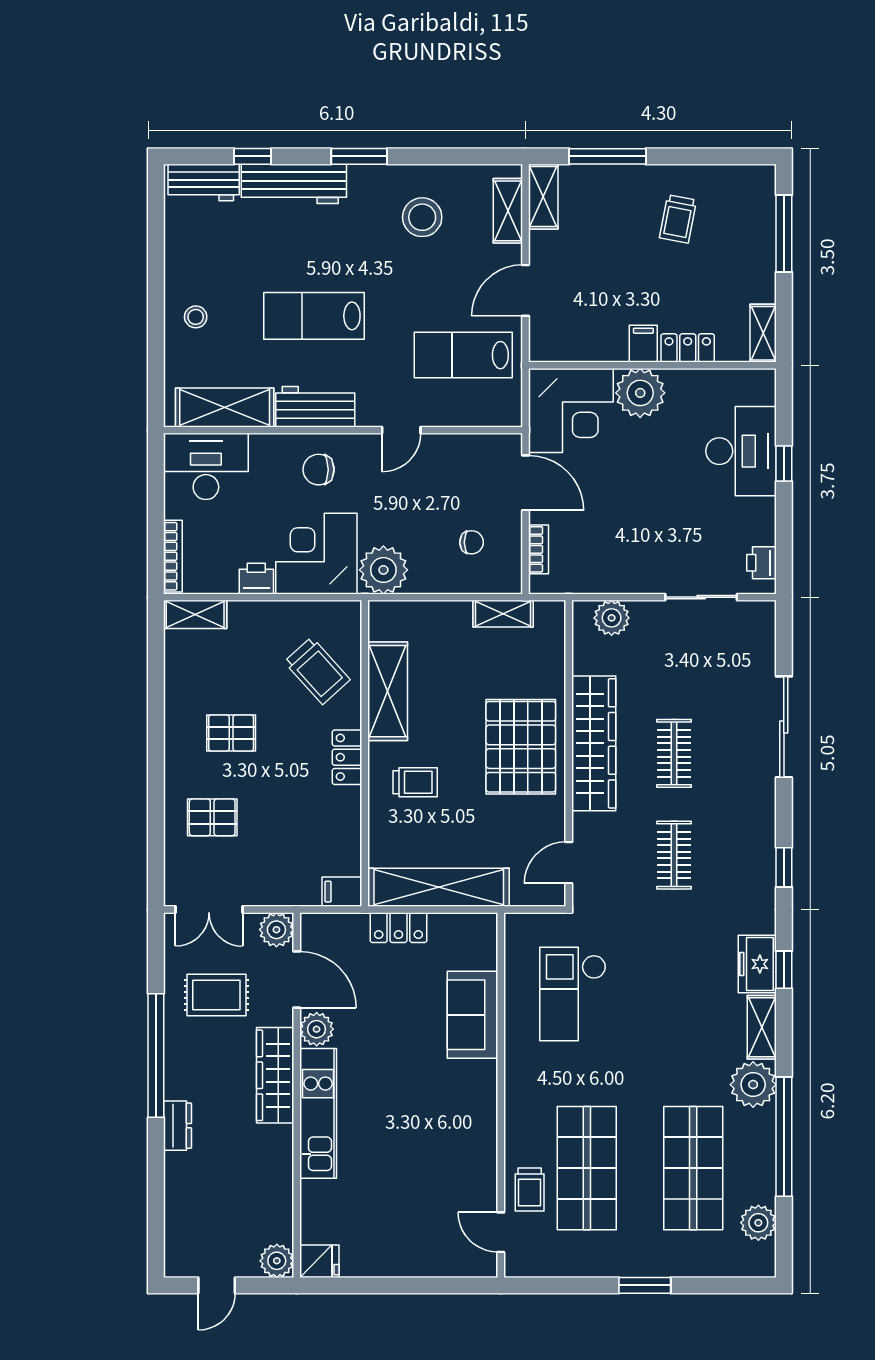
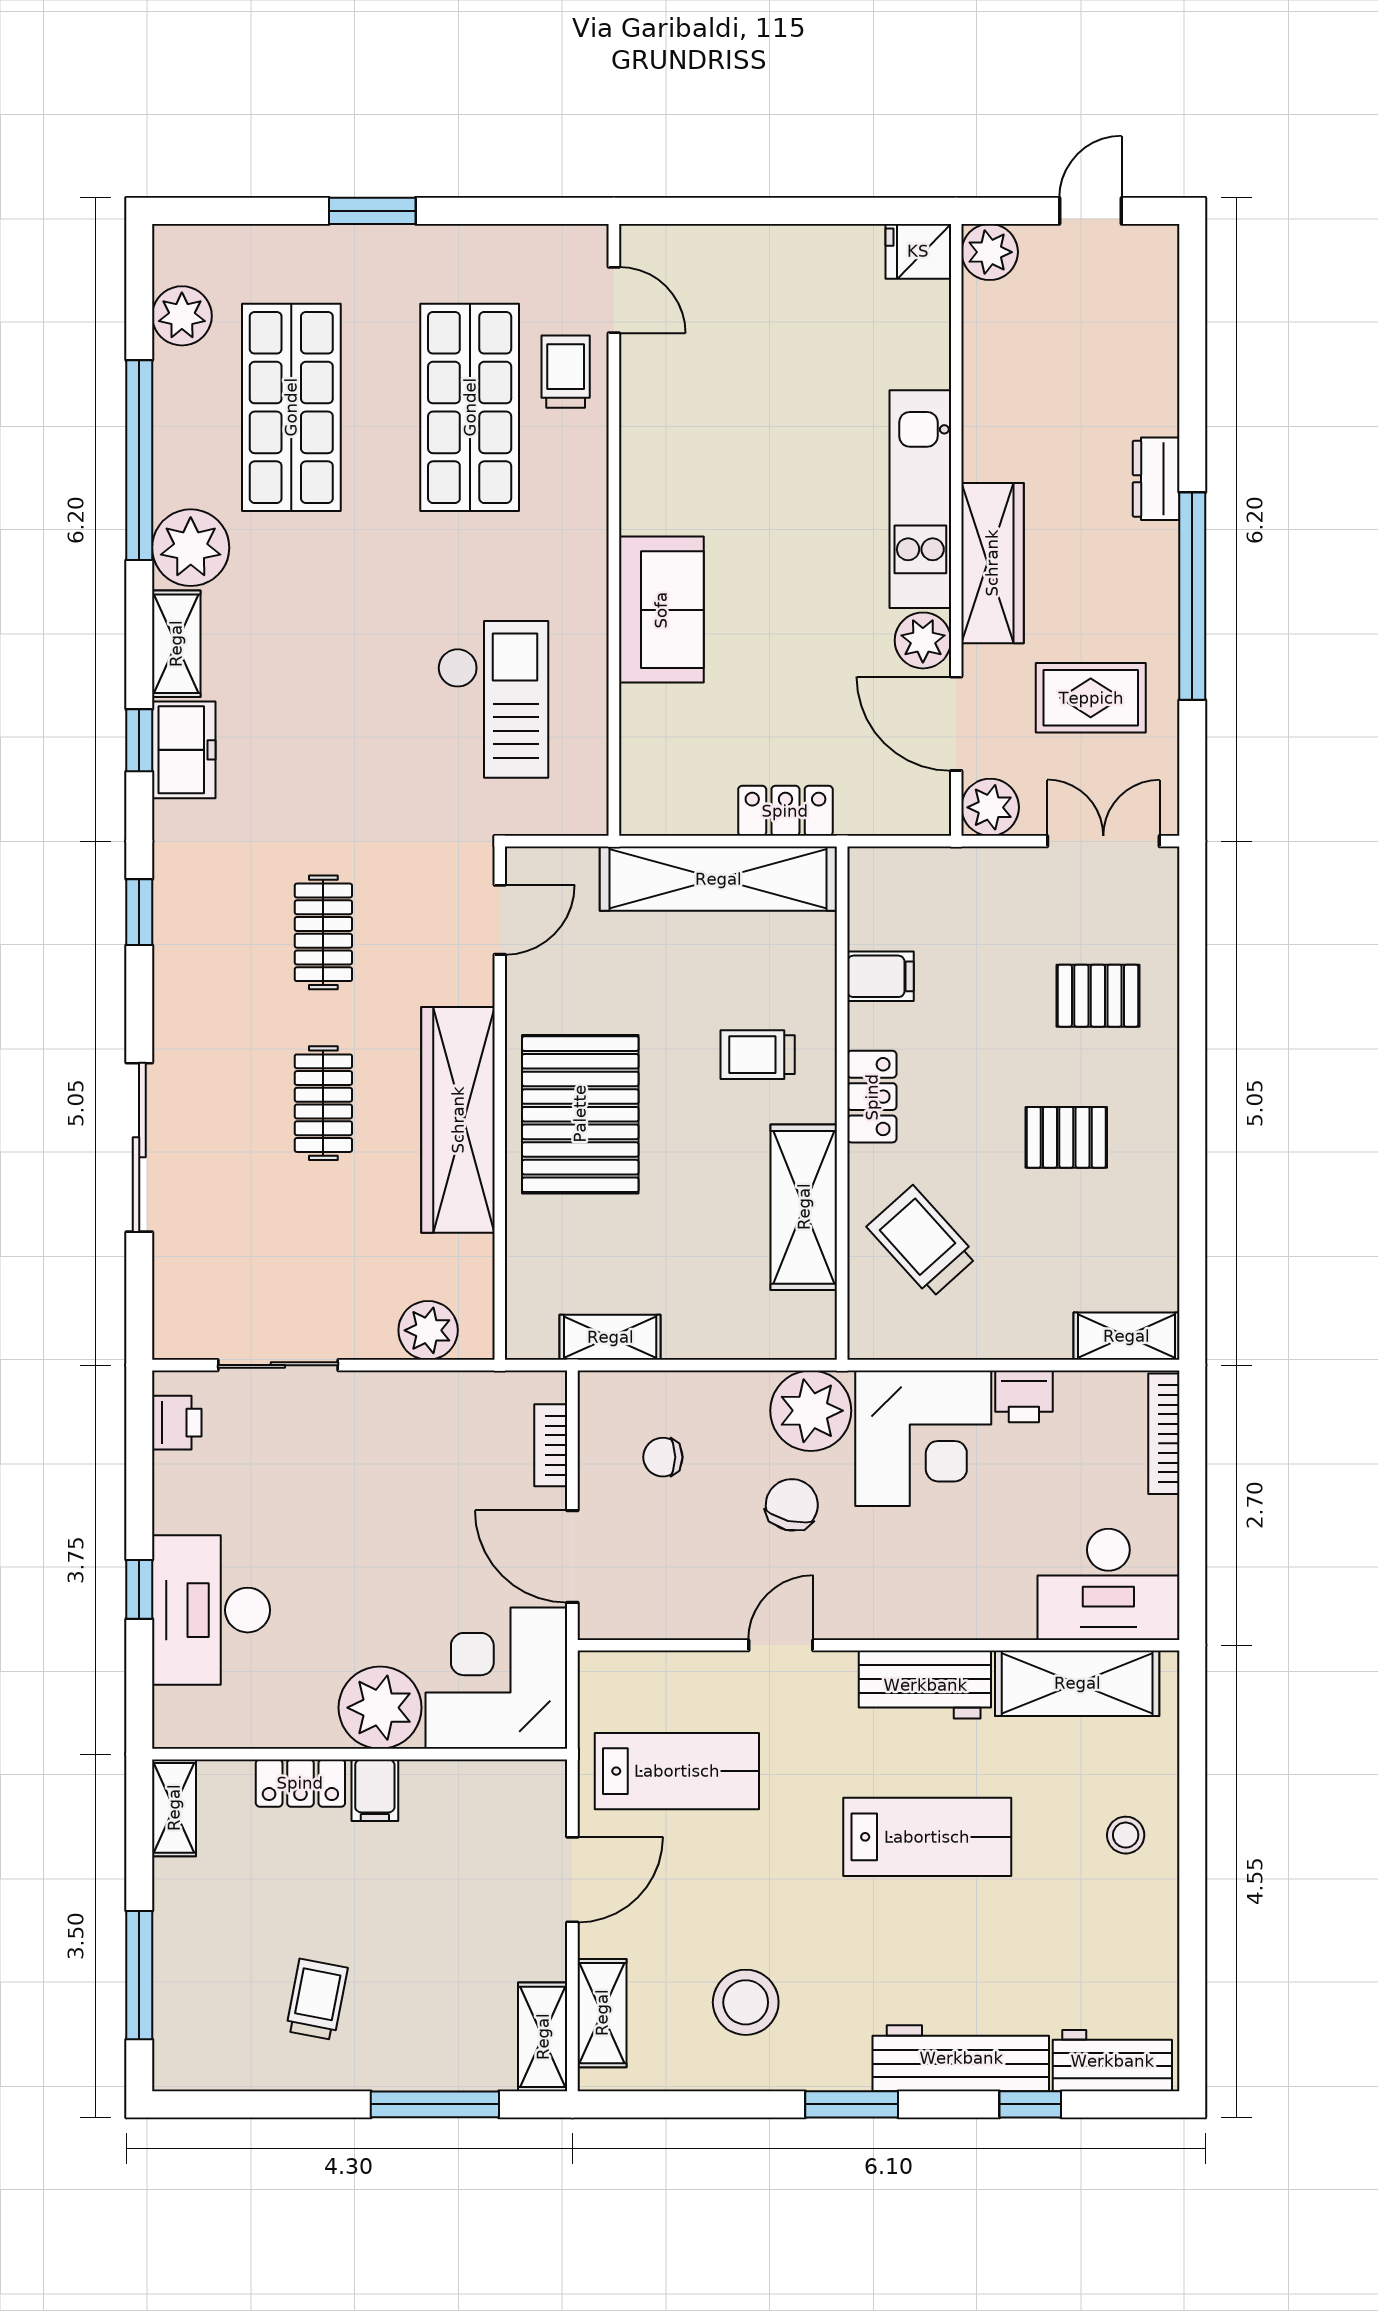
chair: (319, 470) -> (792, 1505), moved, turned -76
filing cabinet: (342, 892) -> (880, 976), moved
sofa: (472, 1015) -> (661, 610), moved

